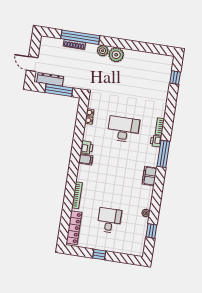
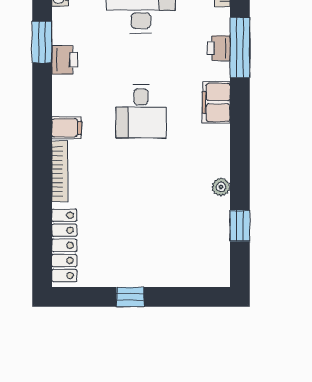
window: (78, 138) -> (42, 42), added
printer: (156, 141) -> (219, 48), moved
filing cabinet: (86, 159) -> (67, 128), moved
desk: (109, 220) -> (141, 111), moved, turned 180

